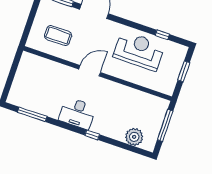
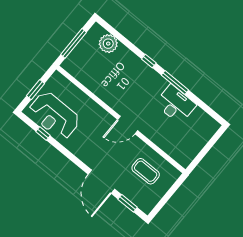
reception desk: (139, 51) -> (54, 116), moved
desk: (77, 113) -> (175, 104), moved
window: (32, 114) -> (175, 83), moved

